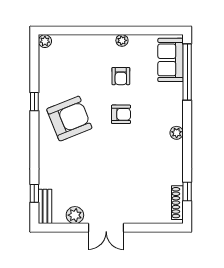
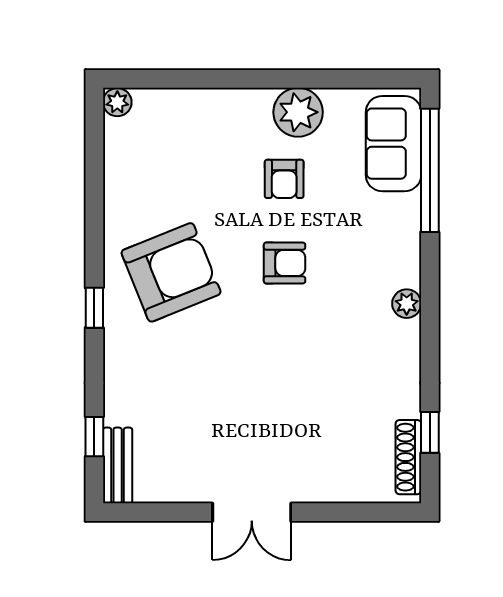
plant: (122, 40) -> (298, 112), width x1.87, depth x1.87
window: (34, 102) -> (94, 308), moved
plant: (75, 215) -> (183, 484), removed

